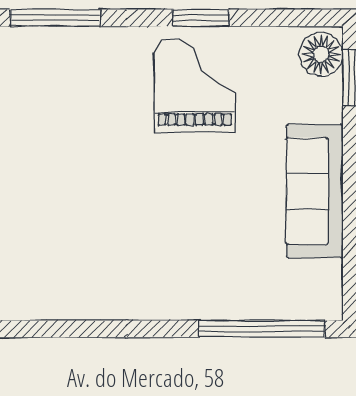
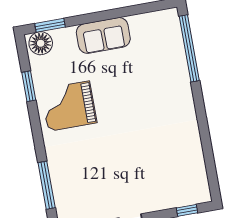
window: (201, 18) -> (29, 86), moved
sofa: (315, 191) -> (103, 35), width x0.73

